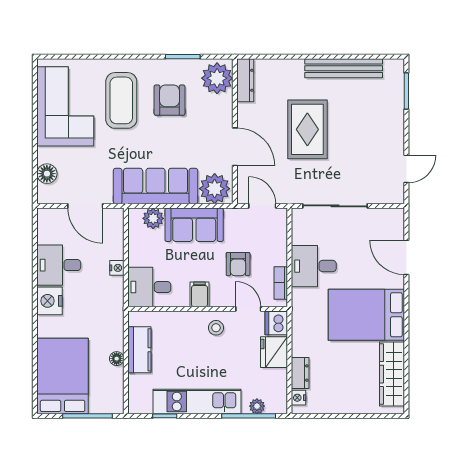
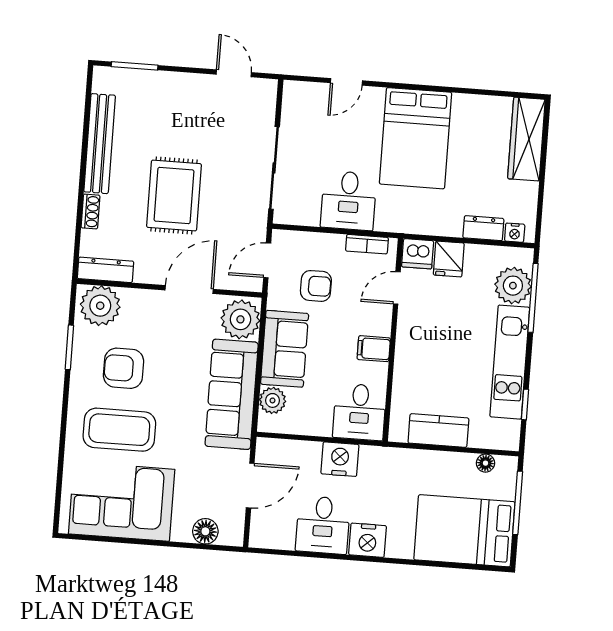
shoe rack: (290, 65) -> (90, 212), added
rug: (307, 129) -> (174, 196), turned 90
door: (406, 257) -> (346, 82), width x0.73
armchair: (238, 264) -> (316, 286), moved
nightstand: (117, 268) -> (340, 459), width x1.89, depth x1.79
stool: (216, 328) -> (418, 331), removed
fridge: (274, 352) -> (449, 259), width x0.72
floor lamp: (117, 359) -> (486, 463), moved
wardrobe: (392, 374) -> (526, 139), moved, turned 90
plant: (257, 406) -> (513, 286), width x1.87, depth x1.87

